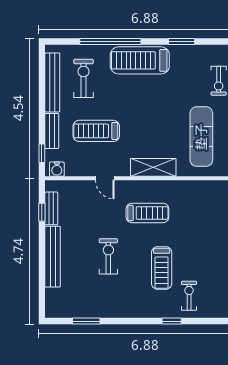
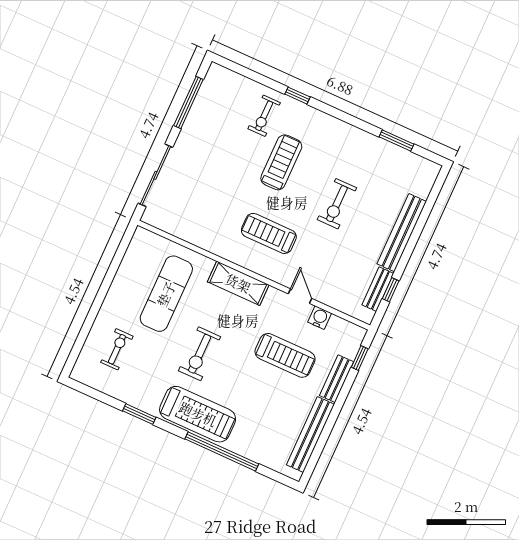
exercise bike: (84, 78) -> (200, 354), moved
water cooler: (57, 169) -> (320, 318), moved

